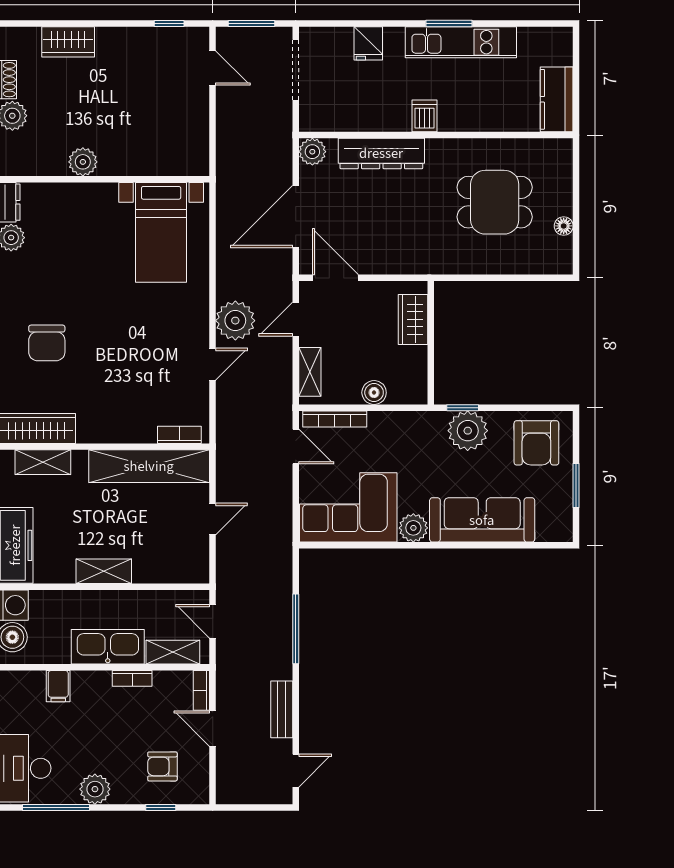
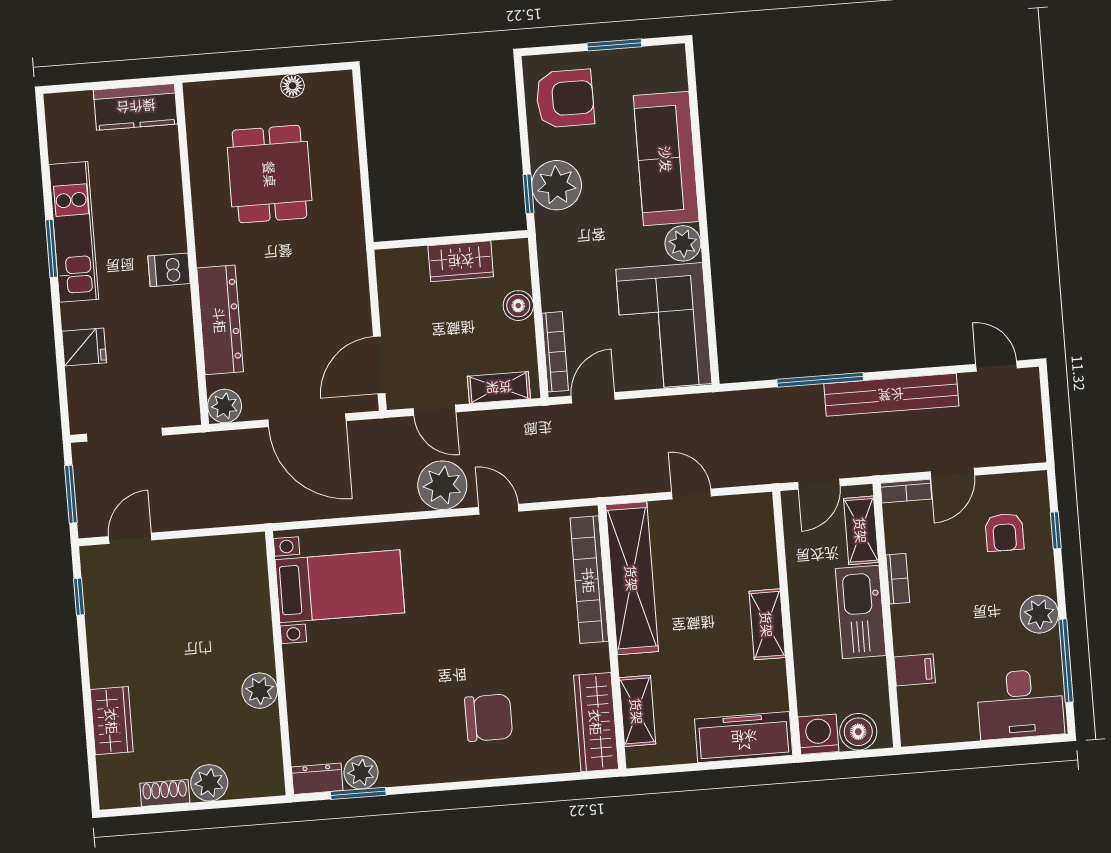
wardrobe: (413, 319) -> (461, 261), moved
bookcase: (179, 435) -> (589, 580), width x2.31, depth x1.31
bench: (282, 709) -> (891, 395), width x1.86, depth x1.21

